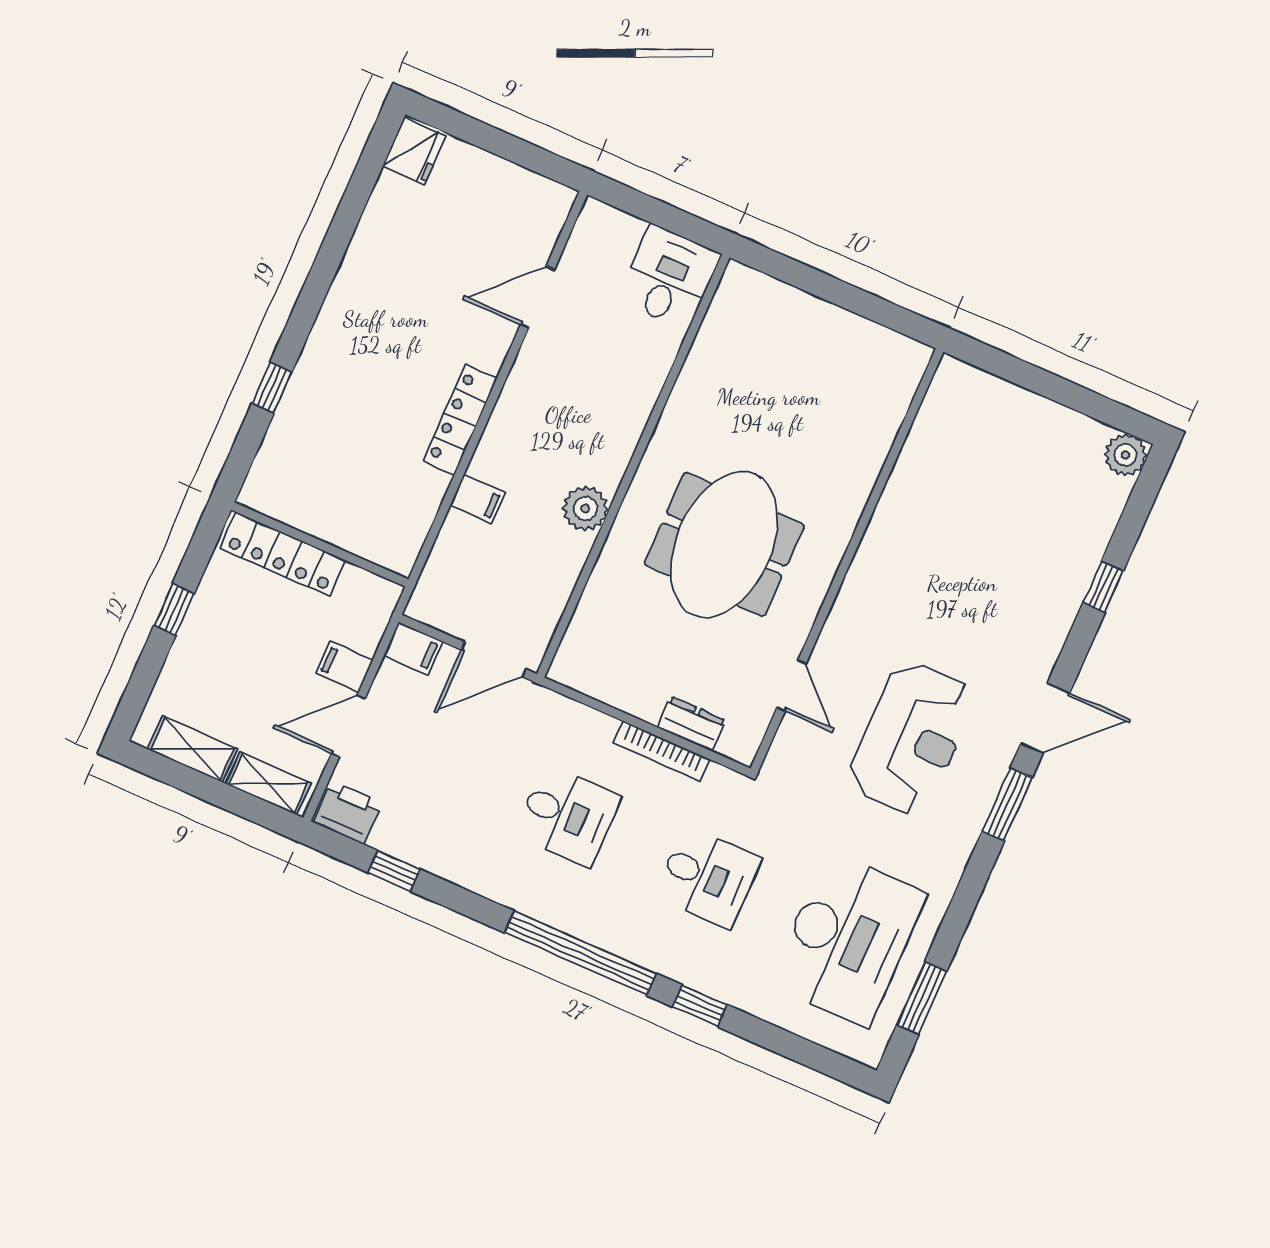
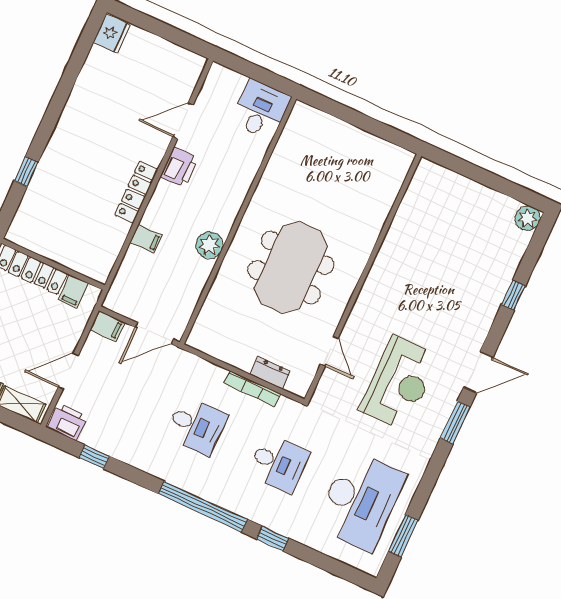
printer: (532, 377) -> (179, 167), added
filing cabinet: (344, 667) -> (74, 291), moved, turned -90

